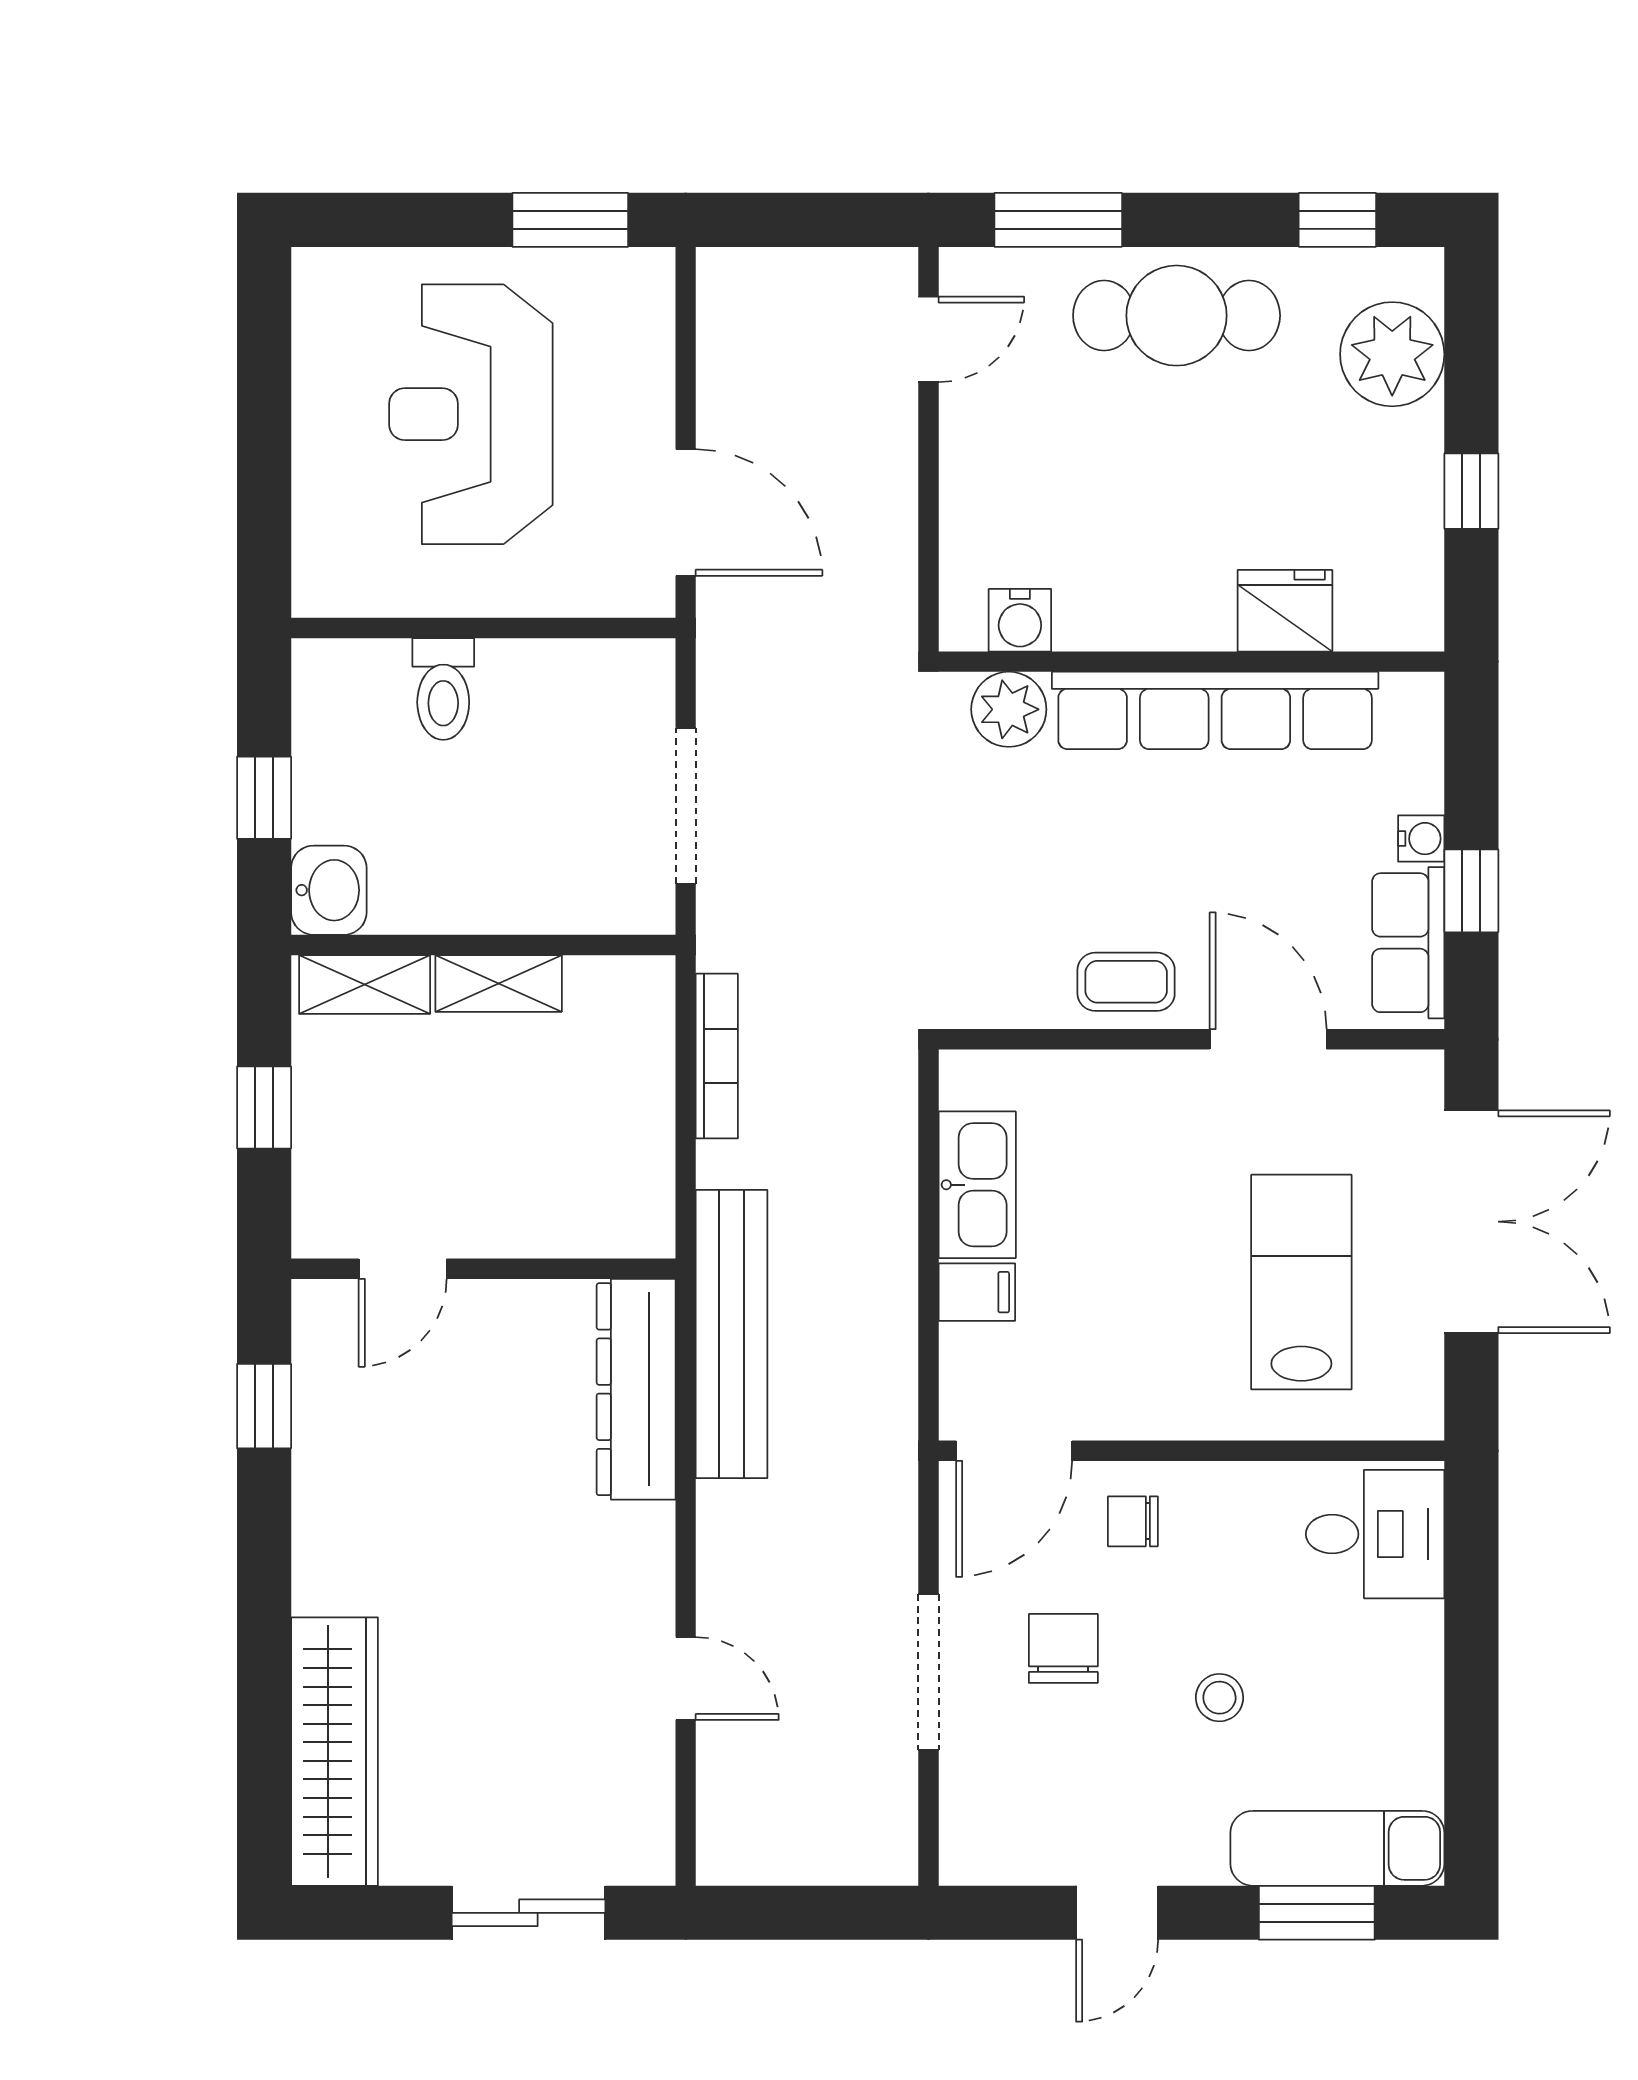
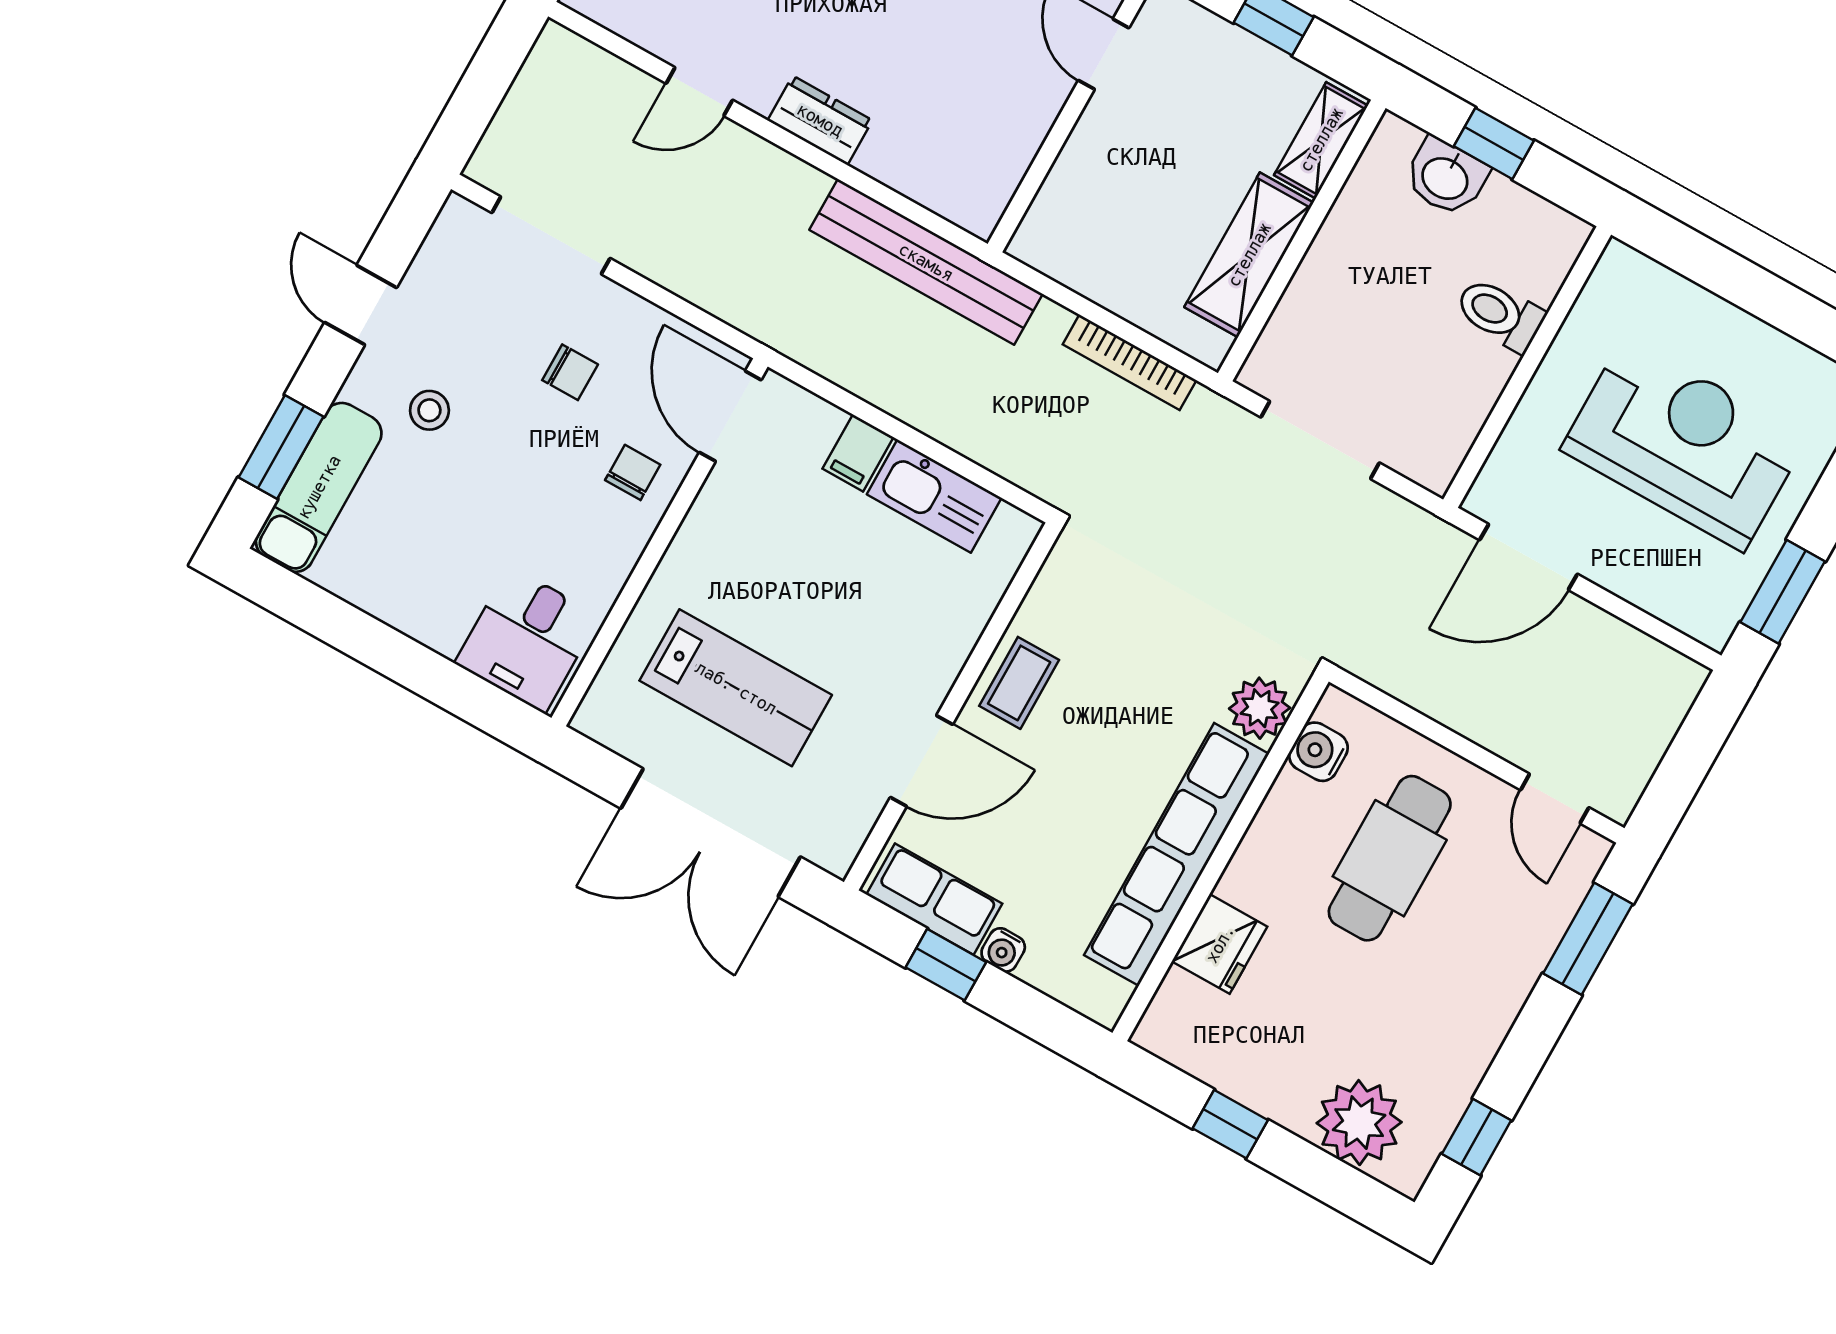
cafe table: (1177, 316) -> (1390, 858), moved
washbasin: (329, 890) -> (1446, 177), moved
shelving: (499, 983) -> (1249, 255), width x1.50, depth x1.33
dresser: (636, 1389) -> (820, 120), moved, width x0.51, depth x0.80
chair: (1063, 1648) -> (570, 372), width x0.73, depth x0.73
doorway: (928, 1672) -> (551, 235), moved
stool: (1219, 1698) -> (429, 410), moved

